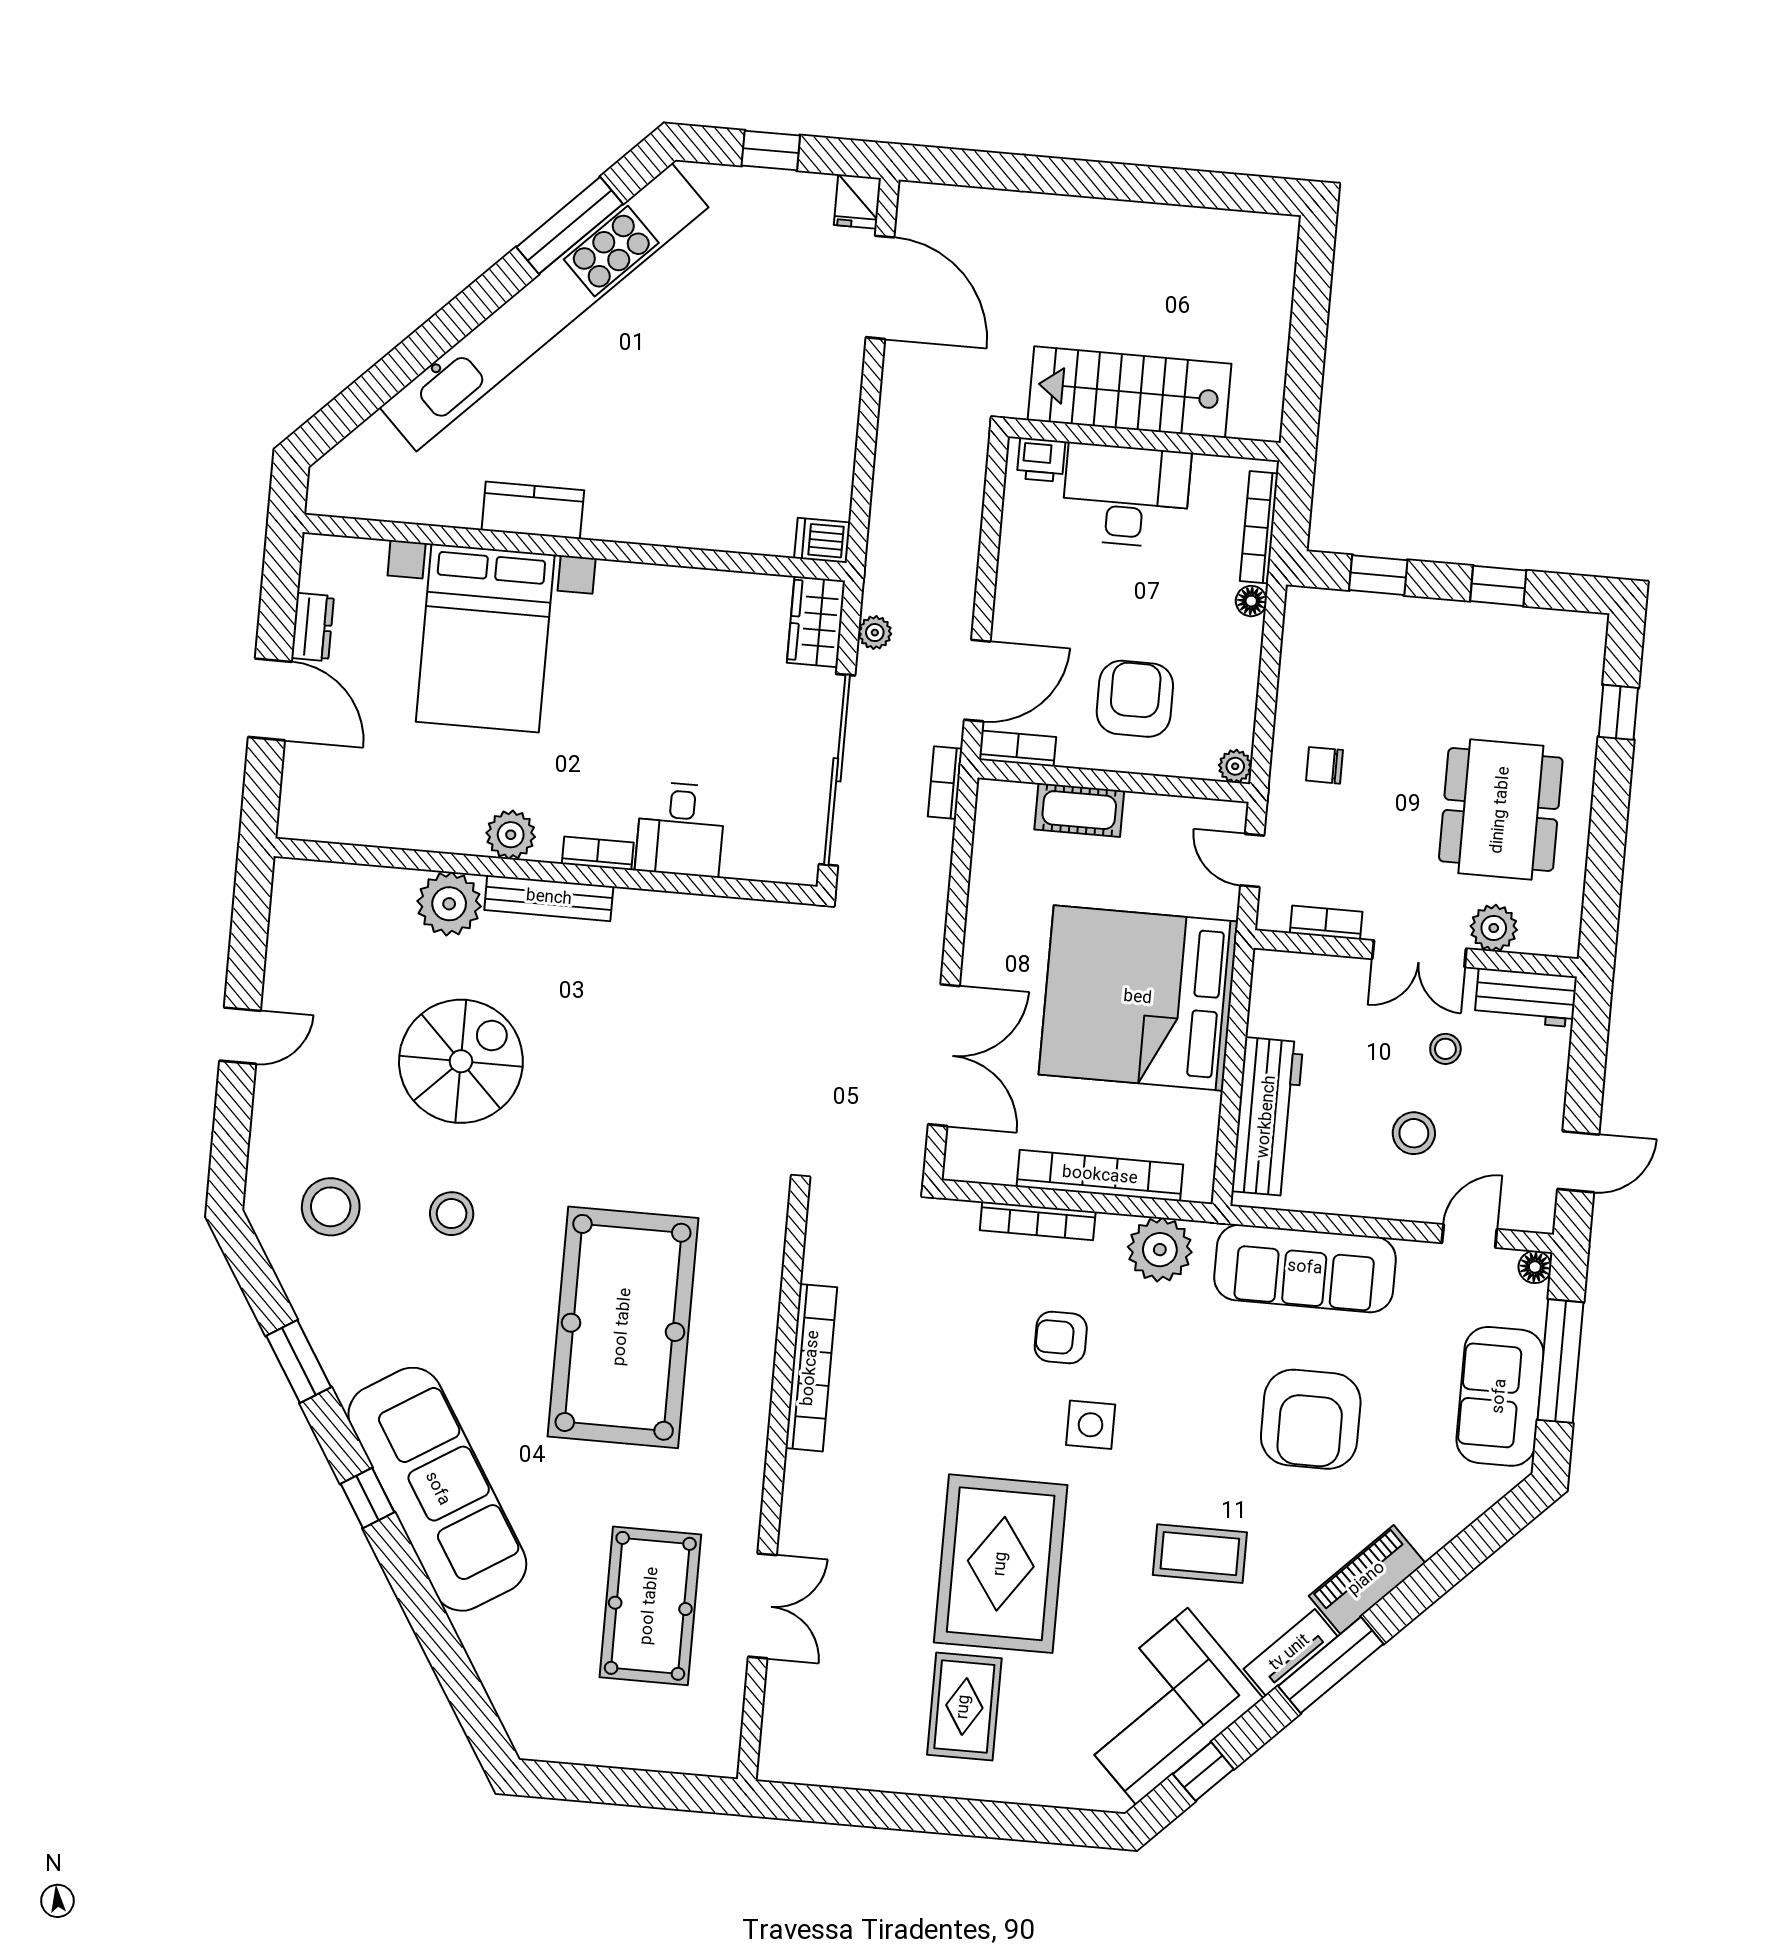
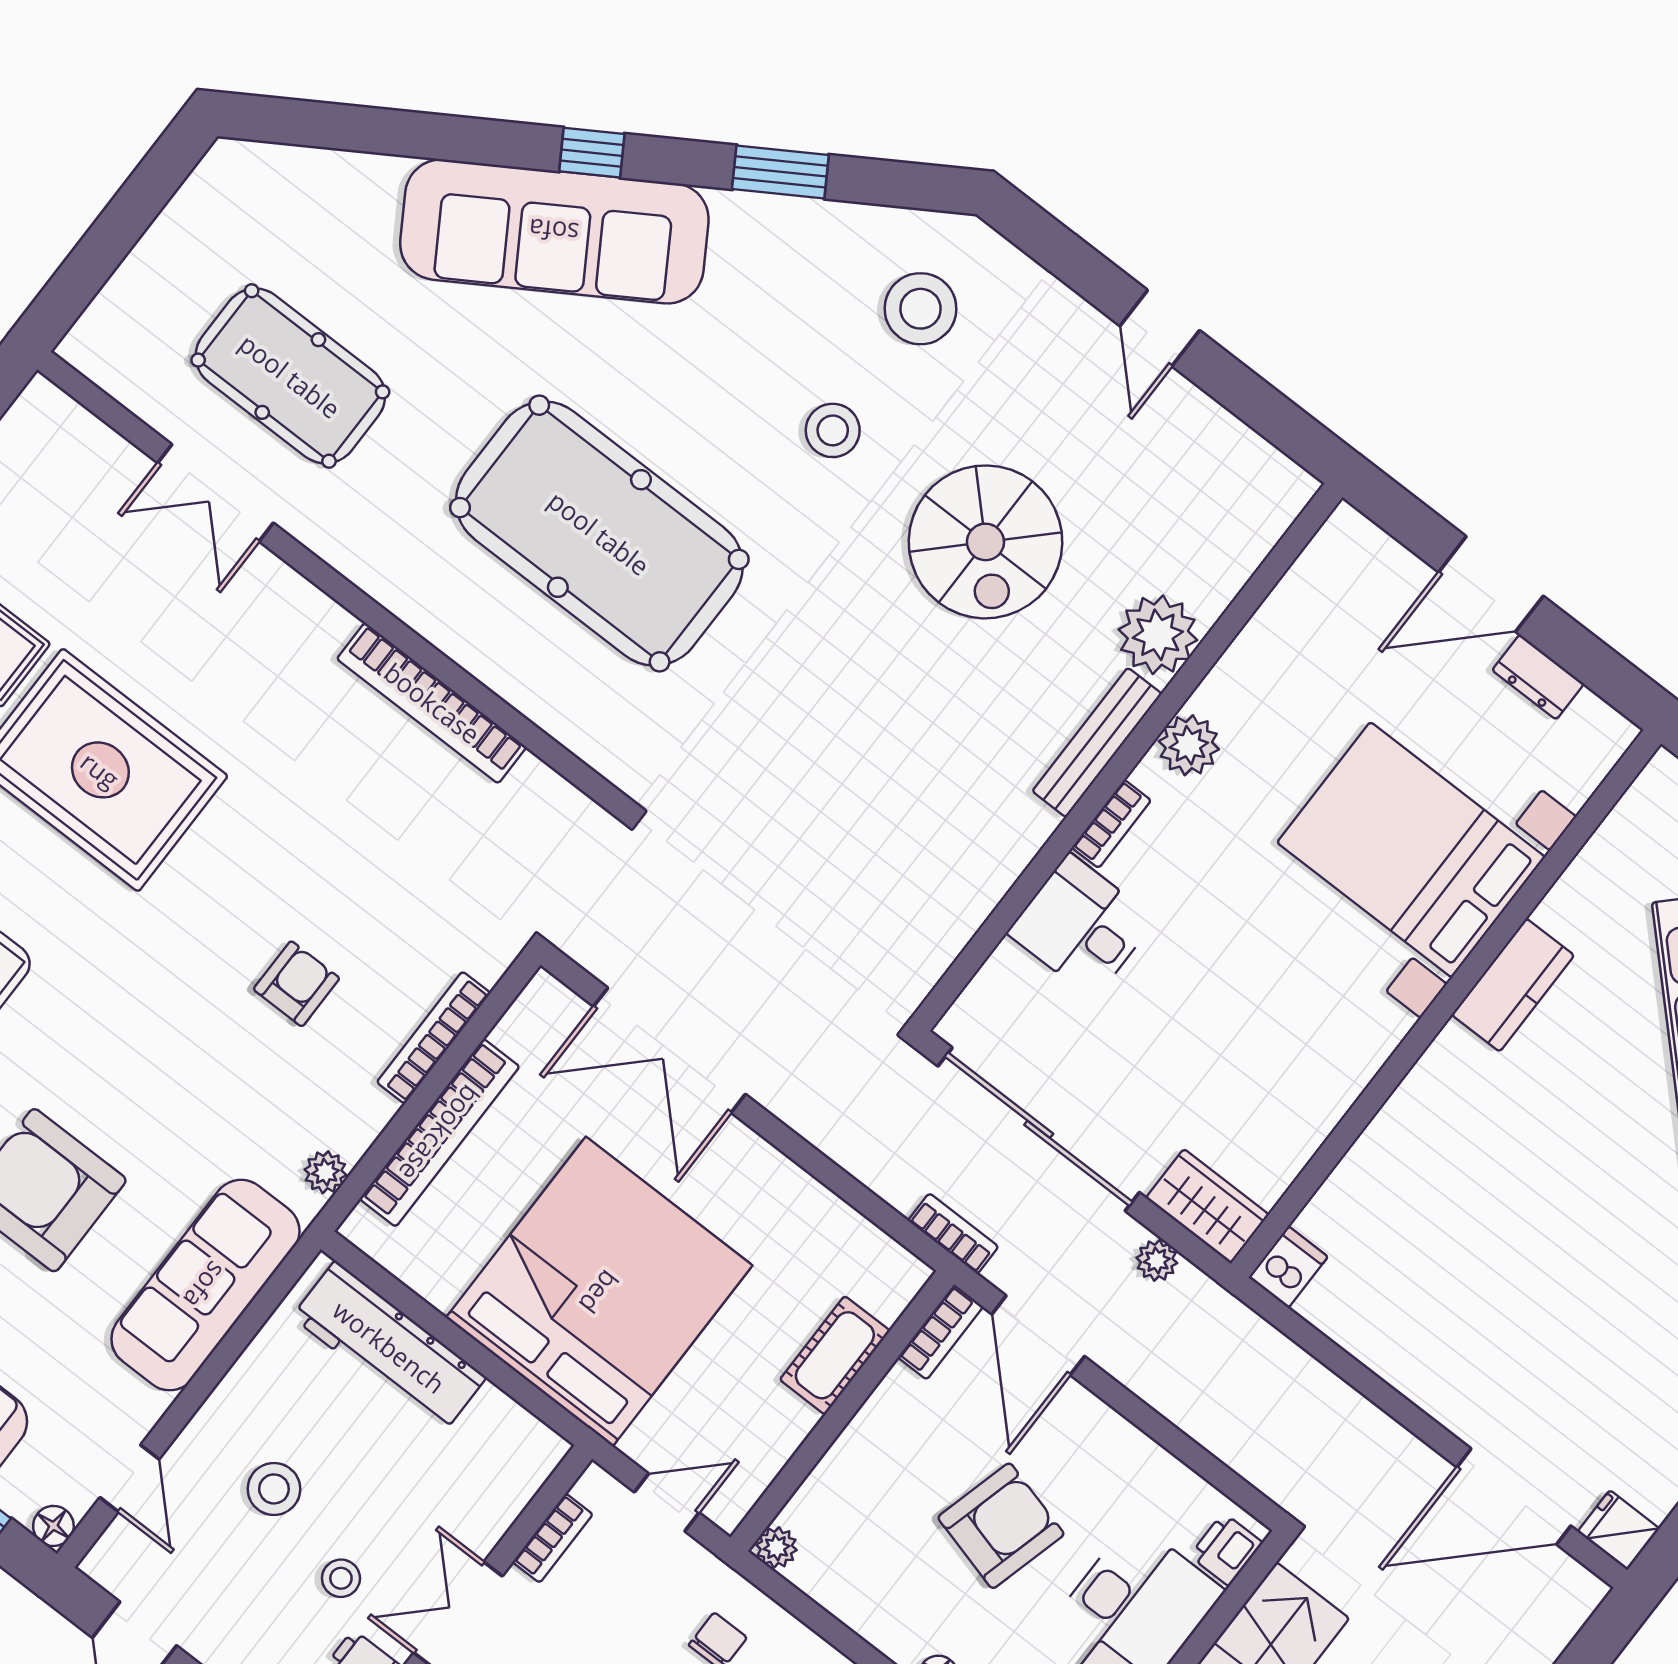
armchair: (1135, 699) -> (1001, 1526), moved, turned -75
plant: (1160, 1250) -> (325, 1172), width x0.53, depth x0.53
side table: (1091, 1425) -> (185, 957), removed

